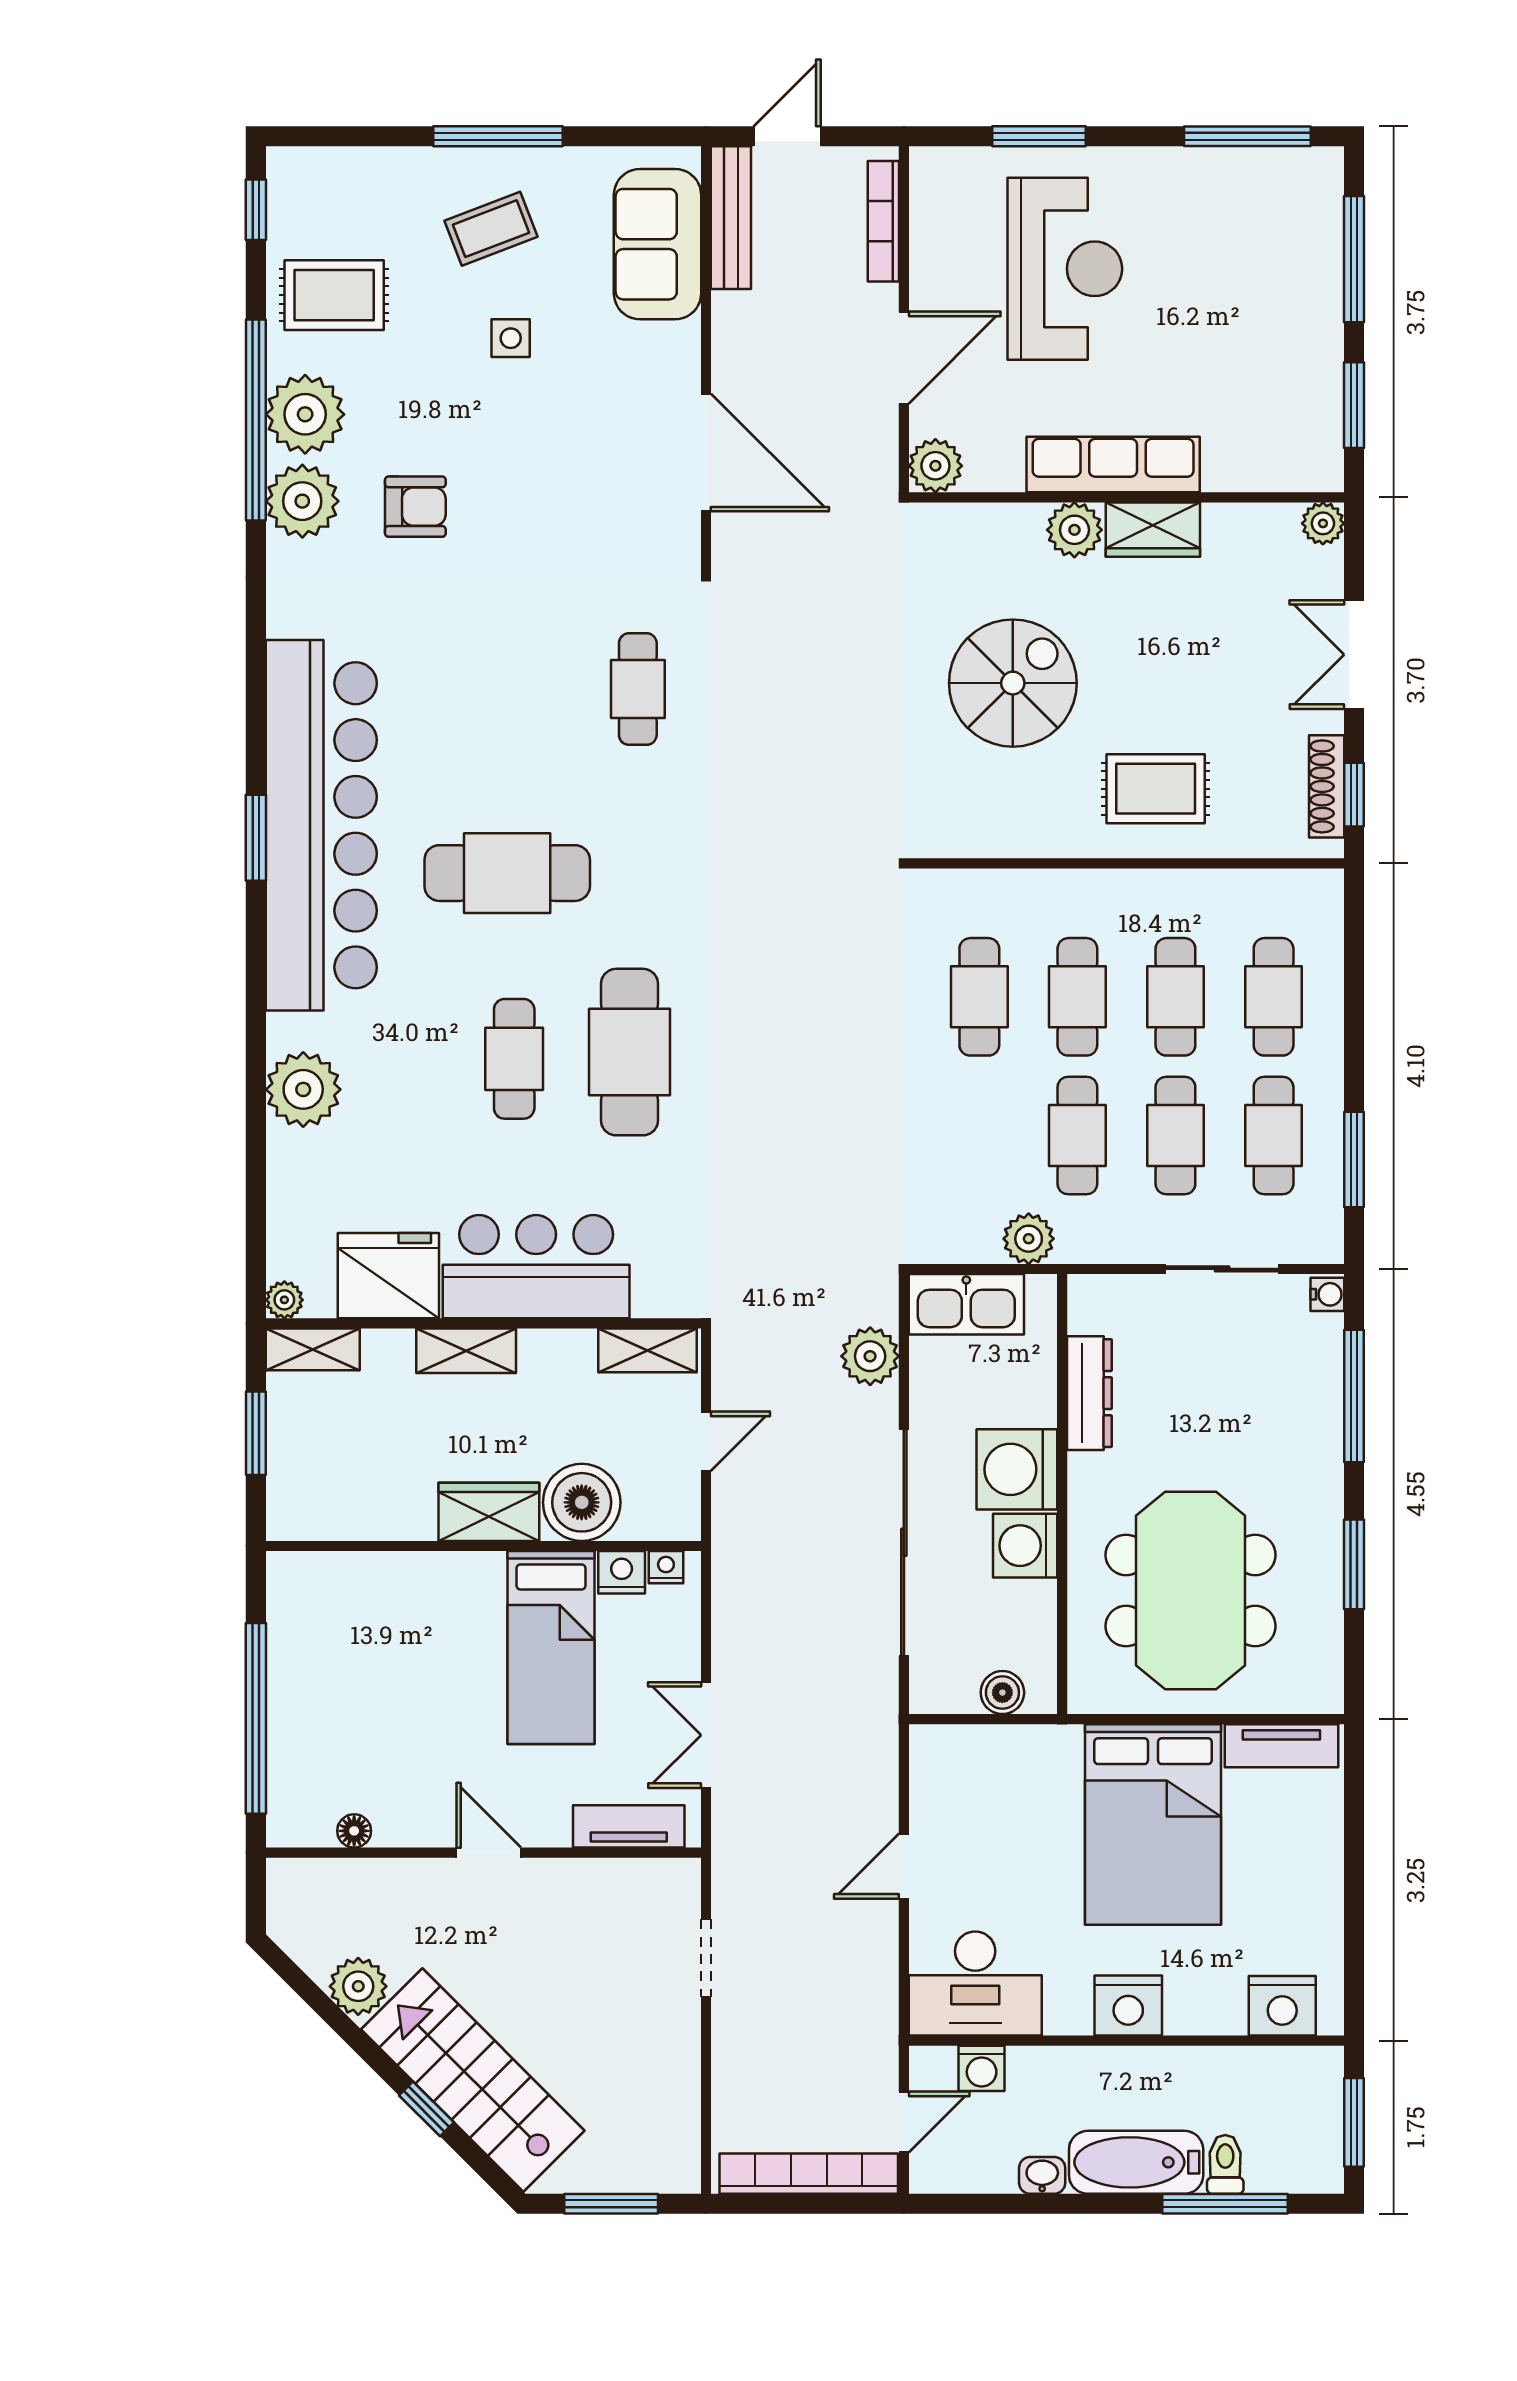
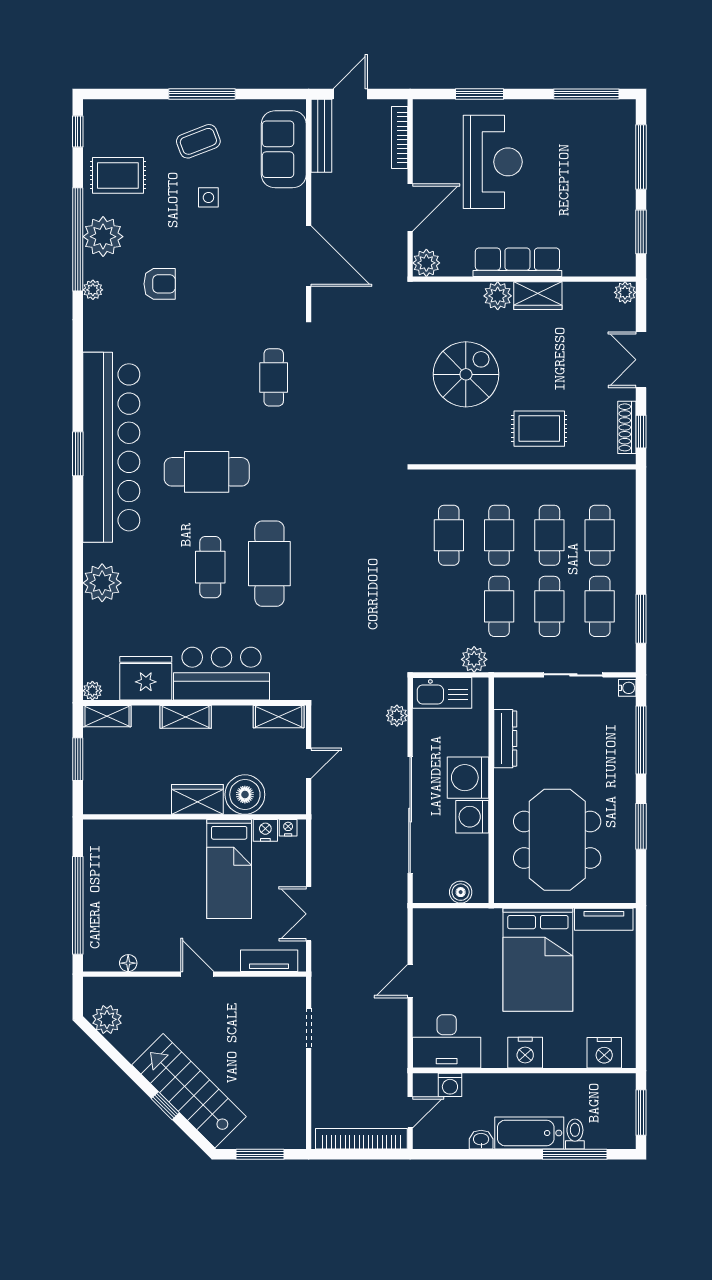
plant: (302, 501) -> (93, 290), width x0.53, depth x0.53
plant: (870, 1356) -> (397, 716), width x0.73, depth x0.73
plant: (358, 1986) -> (107, 1019), moved

